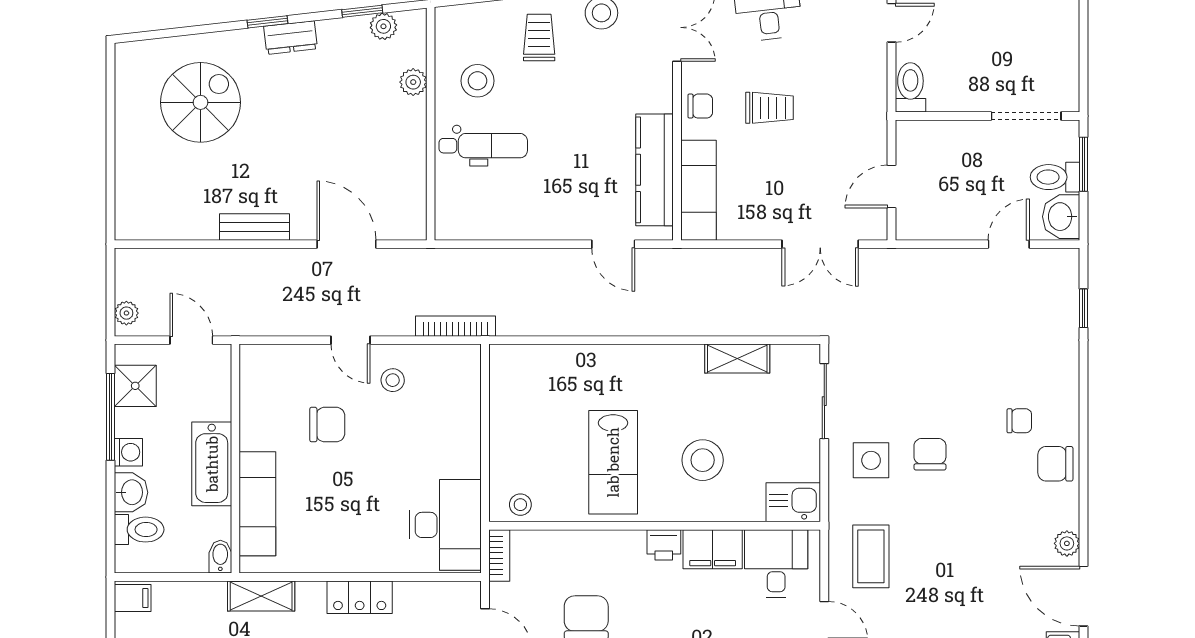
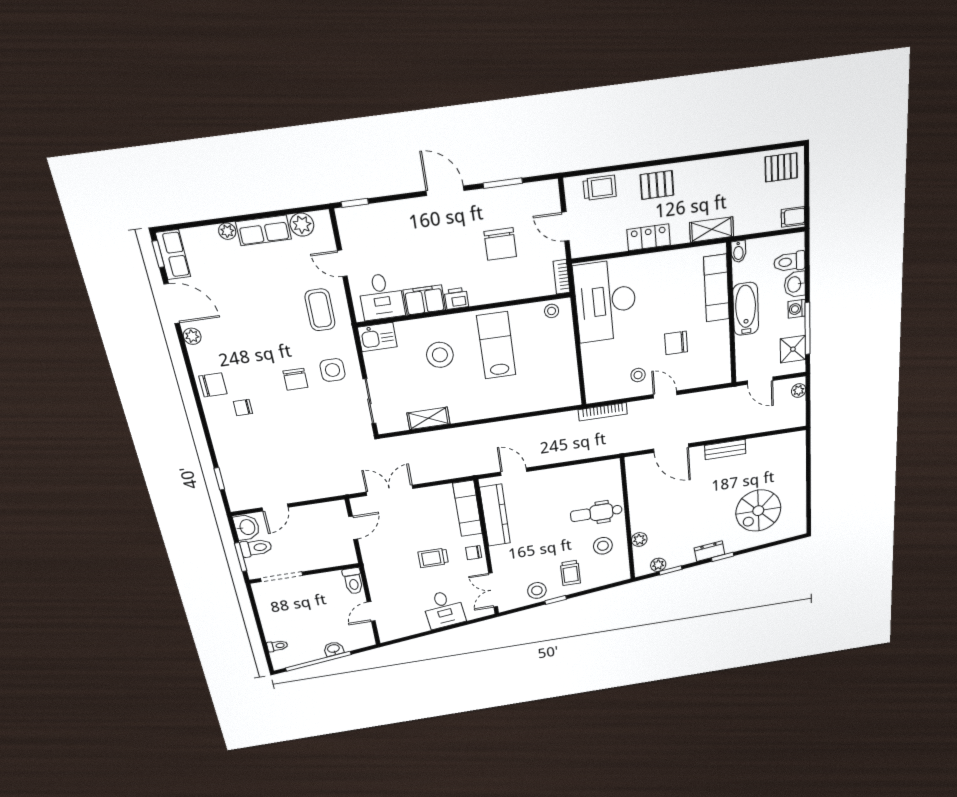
desk: (445, 525) -> (605, 301), width x1.36, depth x1.30

